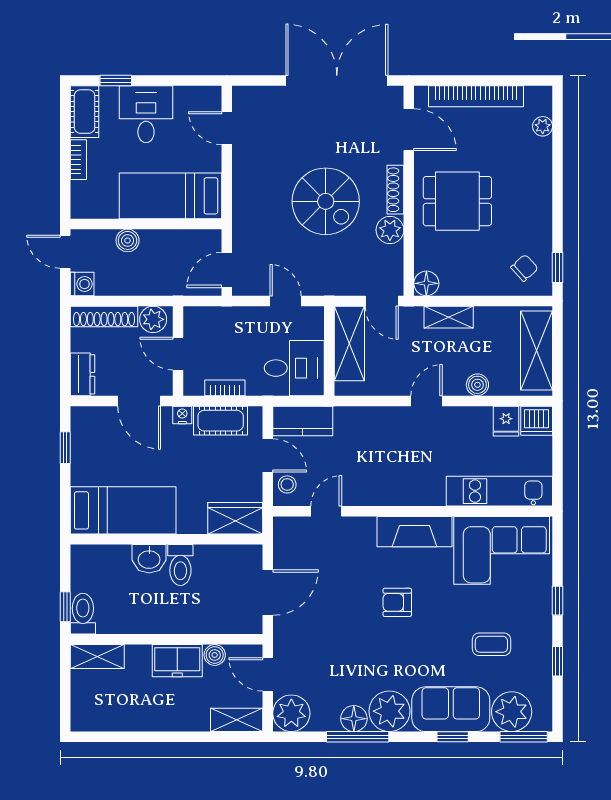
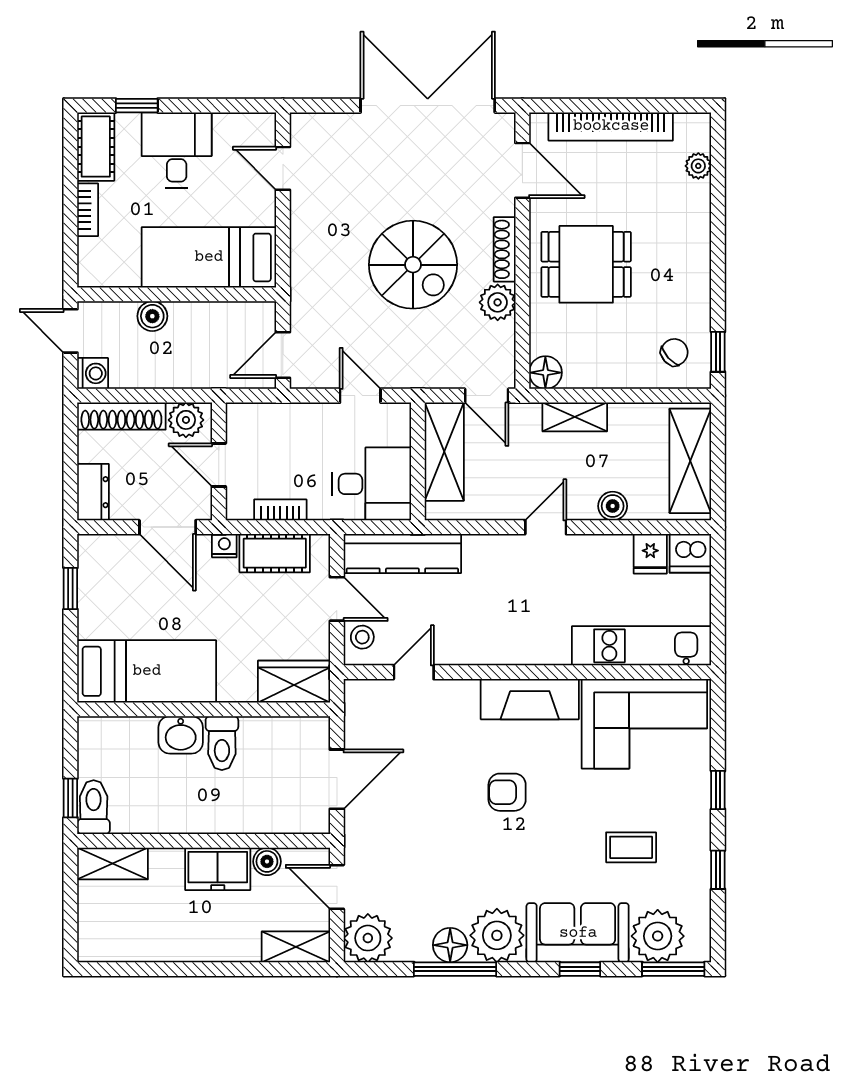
kitchen counter: (303, 421) -> (402, 554), width x1.50

